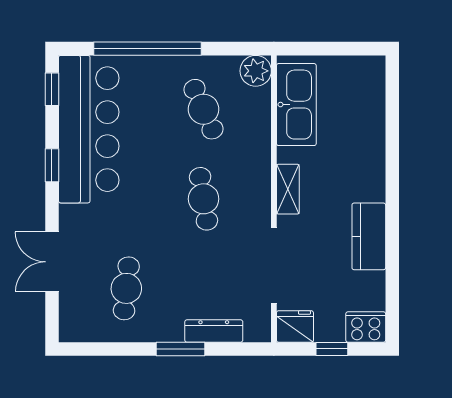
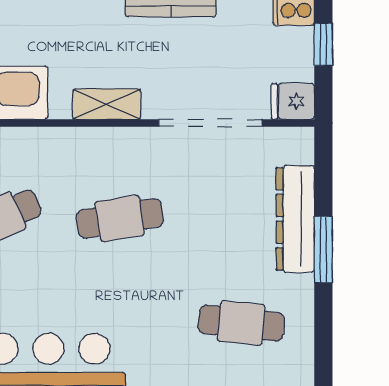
fridge: (295, 326) -> (293, 101), width x0.72
dresser: (214, 331) -> (295, 219), width x1.37, depth x1.24

